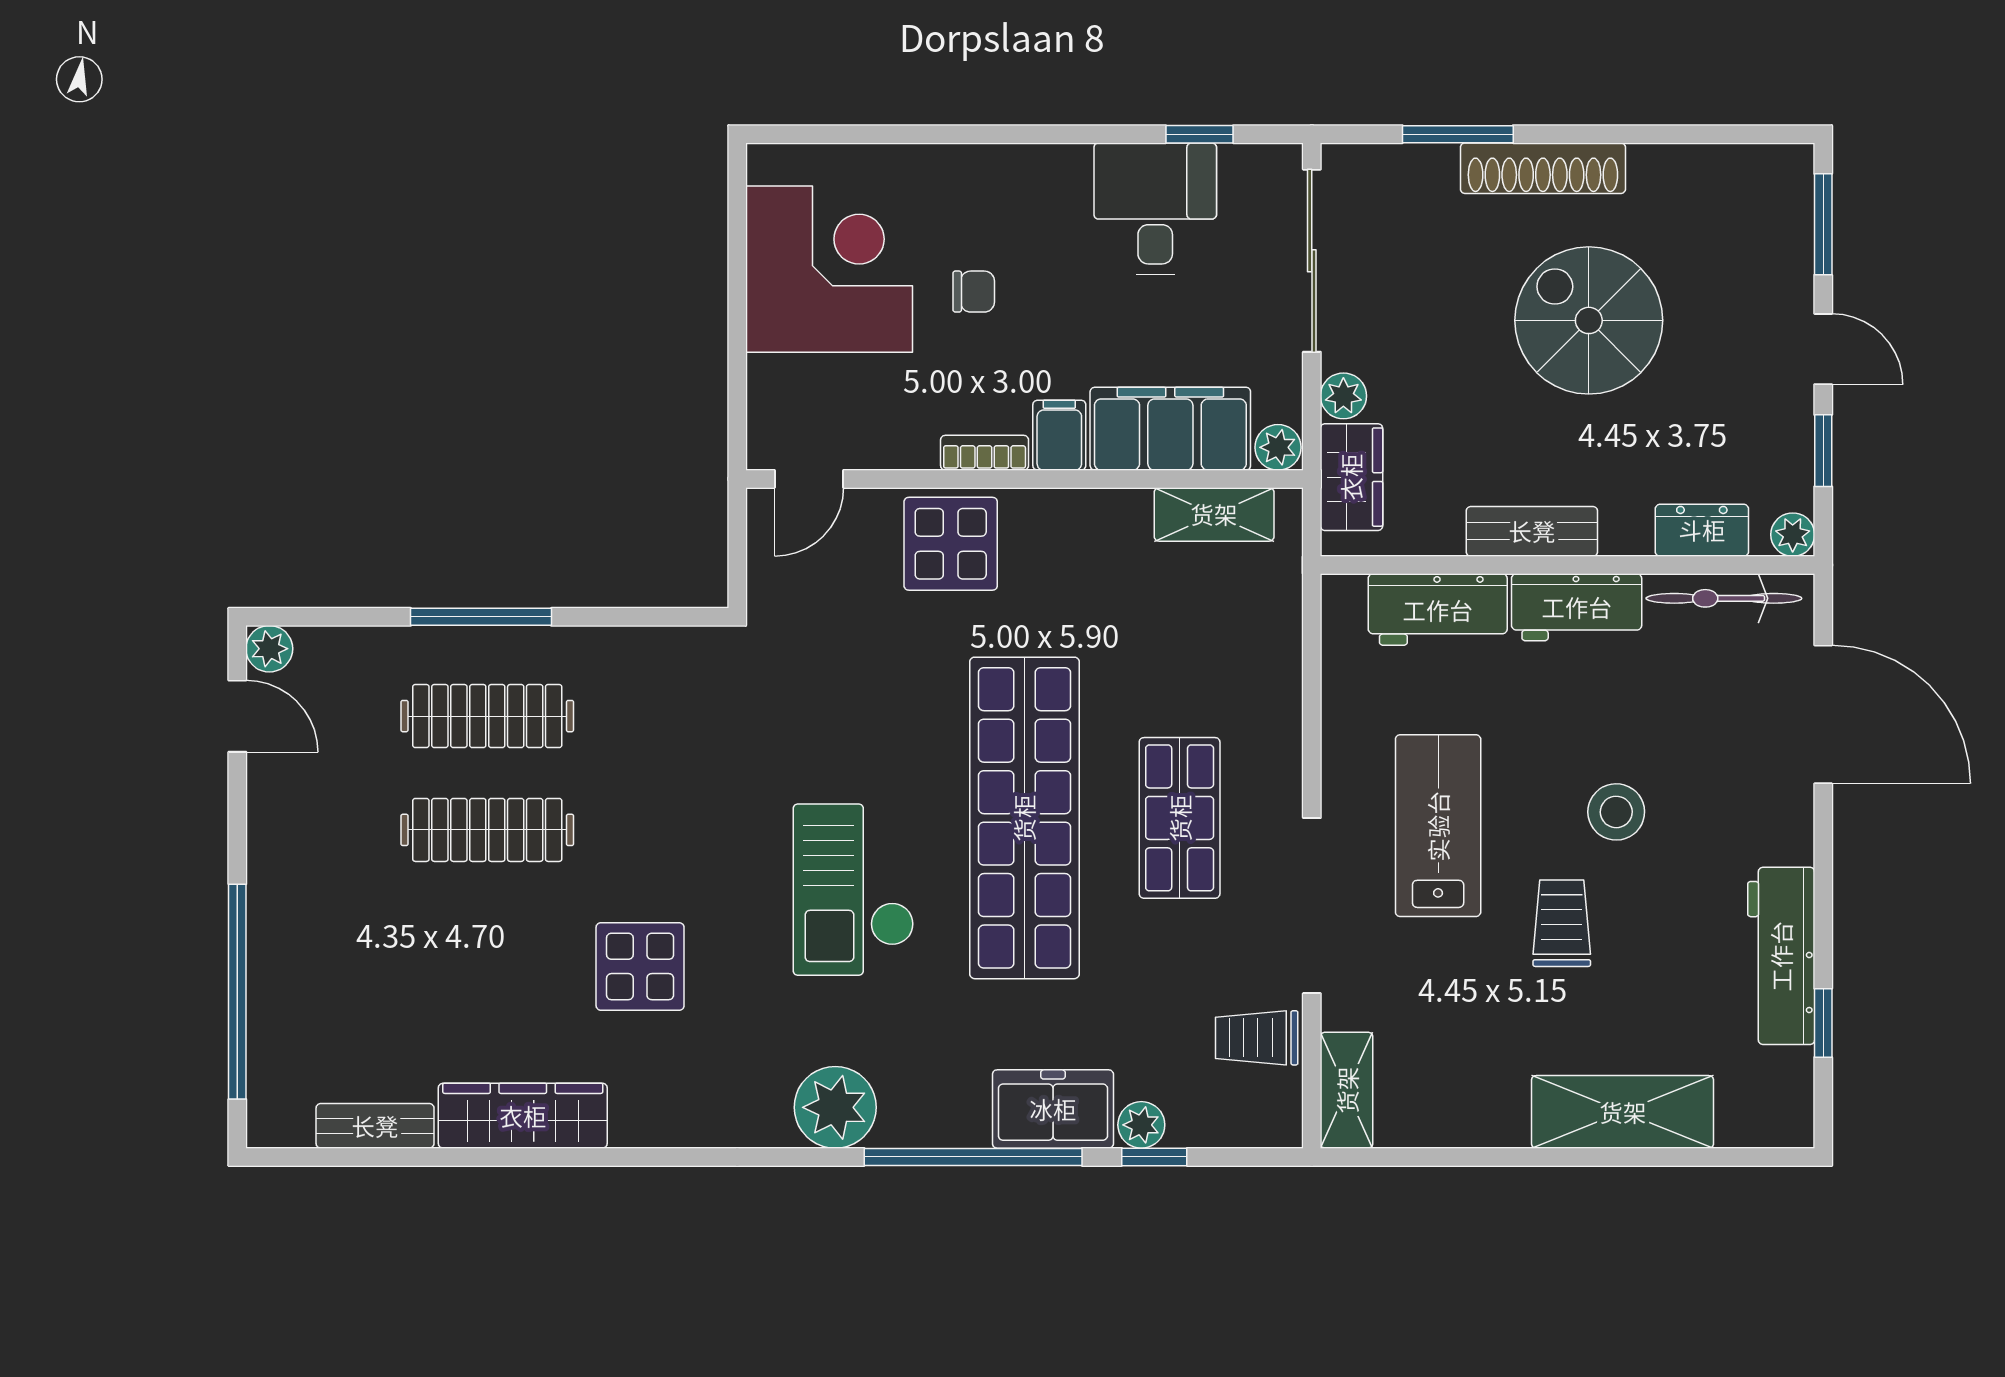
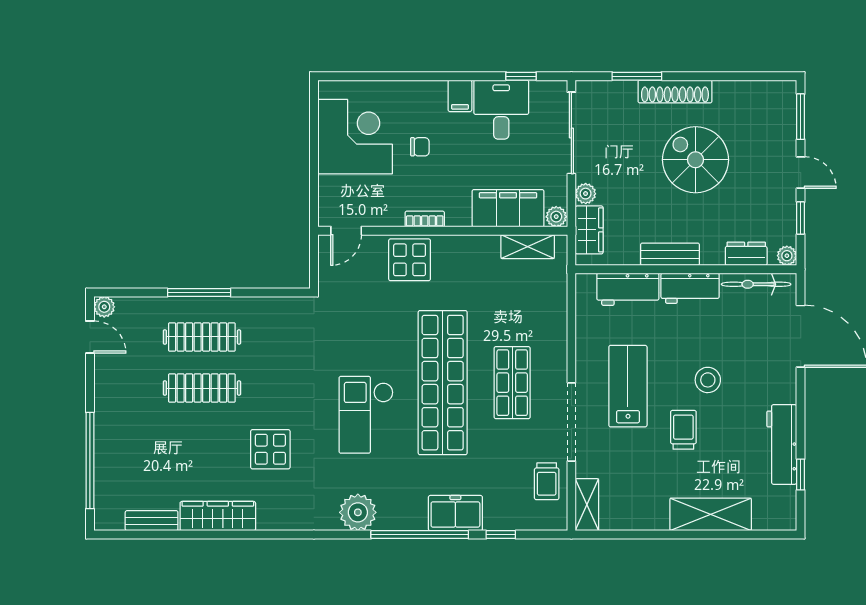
filing cabinet: (1059, 435) -> (460, 96), moved, turned 180
trolley: (1257, 1038) -> (547, 481), turned -90
plant: (1141, 1125) -> (495, 520), removed

